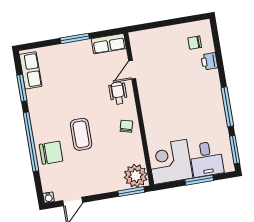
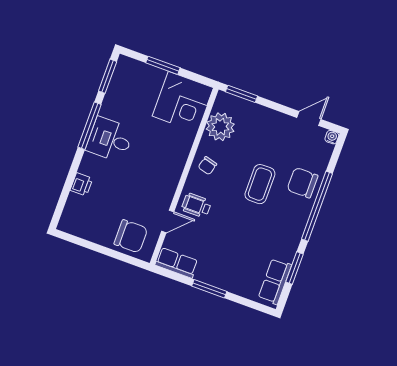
chair: (195, 43) -> (131, 236), moved, width x1.87, depth x1.87
wheelchair: (118, 93) -> (196, 205), turned 90
desk: (206, 159) -> (110, 140), moved, turned -90
plant: (136, 176) -> (220, 127), moved

